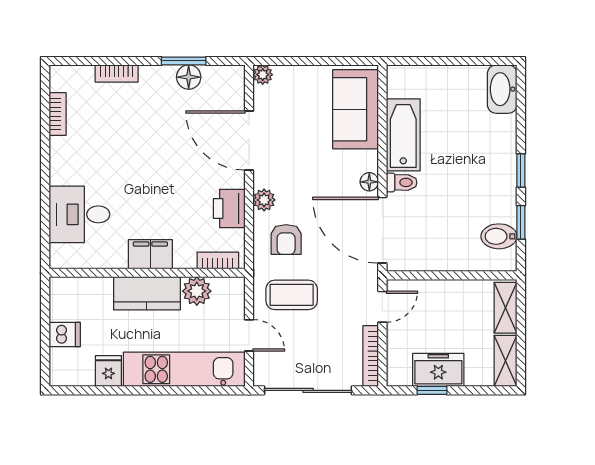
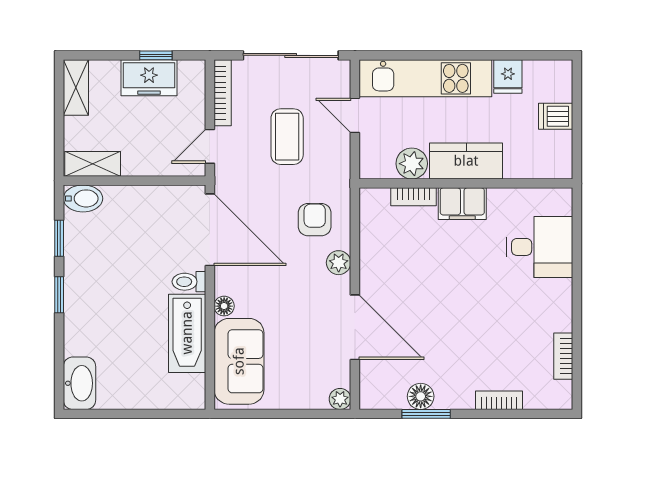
floor lamp: (369, 182) -> (224, 306), moved
printer: (229, 209) -> (376, 253), removed
bidet: (499, 236) -> (83, 198), moved
bookcase: (218, 260) -> (414, 197), moved
coffee table: (292, 295) -> (287, 137), moved, turned 90
shelving: (506, 308) -> (93, 164), moved, turned 90

